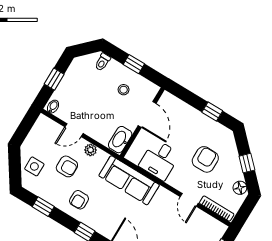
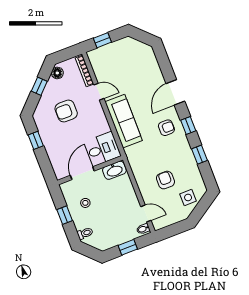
door: (74, 130) -> (146, 213), moved
plant: (91, 150) -> (140, 179), removed
desk: (159, 160) -> (103, 149), moved
sofa: (129, 180) -> (124, 121), moved
armchair: (79, 200) -> (166, 128), moved
door: (189, 200) -> (99, 92), hinge flipped
window: (43, 207) -> (199, 155), moved

